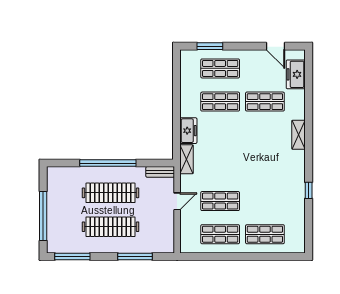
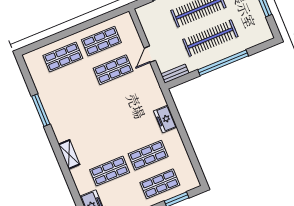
shelving: (187, 159) -> (157, 94), removed
window: (309, 190) -> (41, 110), width x2.17

